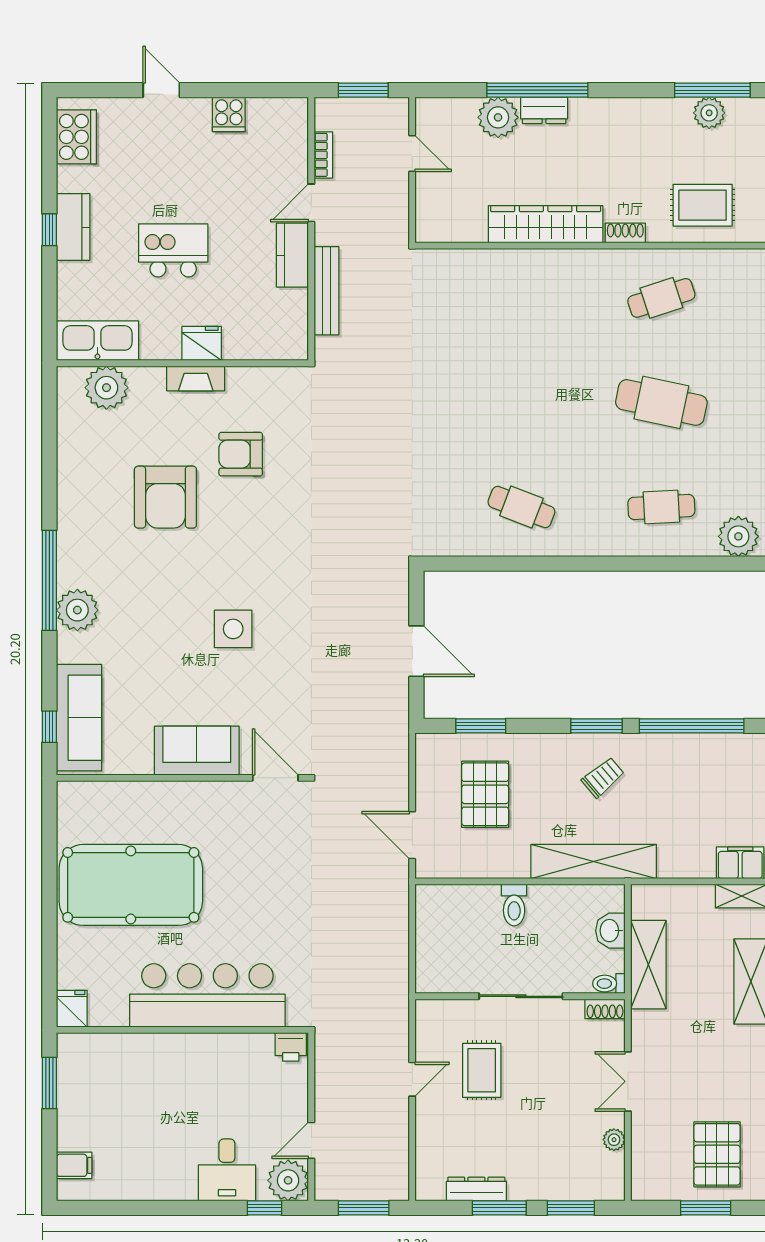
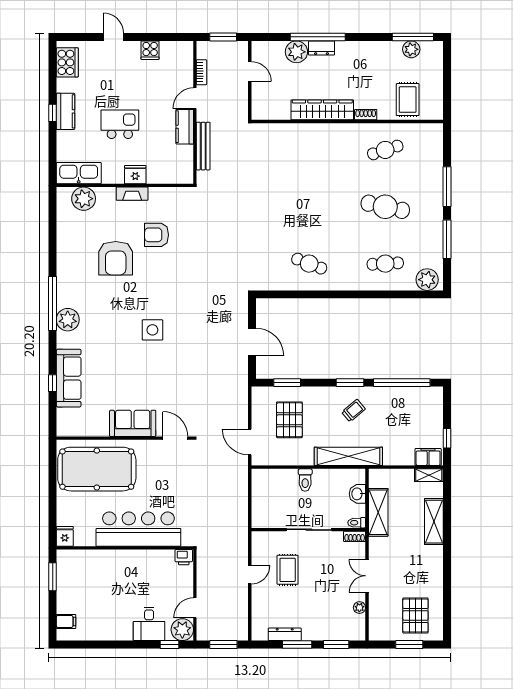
rug: (703, 205) -> (408, 100), turned 90
sofa: (197, 751) -> (133, 423), moved
wall: (182, 778) -> (125, 438), moved
door: (275, 778) -> (175, 438), moved

